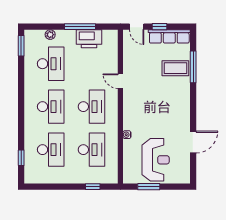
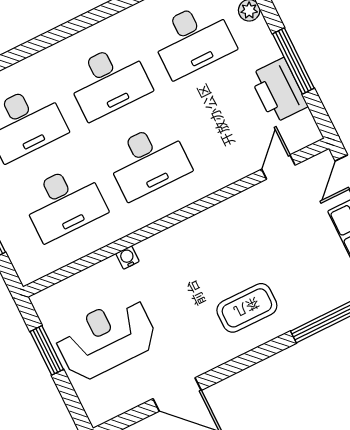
coffee table: (175, 68) -> (247, 308), moved, turned 90
door: (120, 81) -> (278, 167), moved
reception desk: (156, 160) -> (106, 338), turned 180

